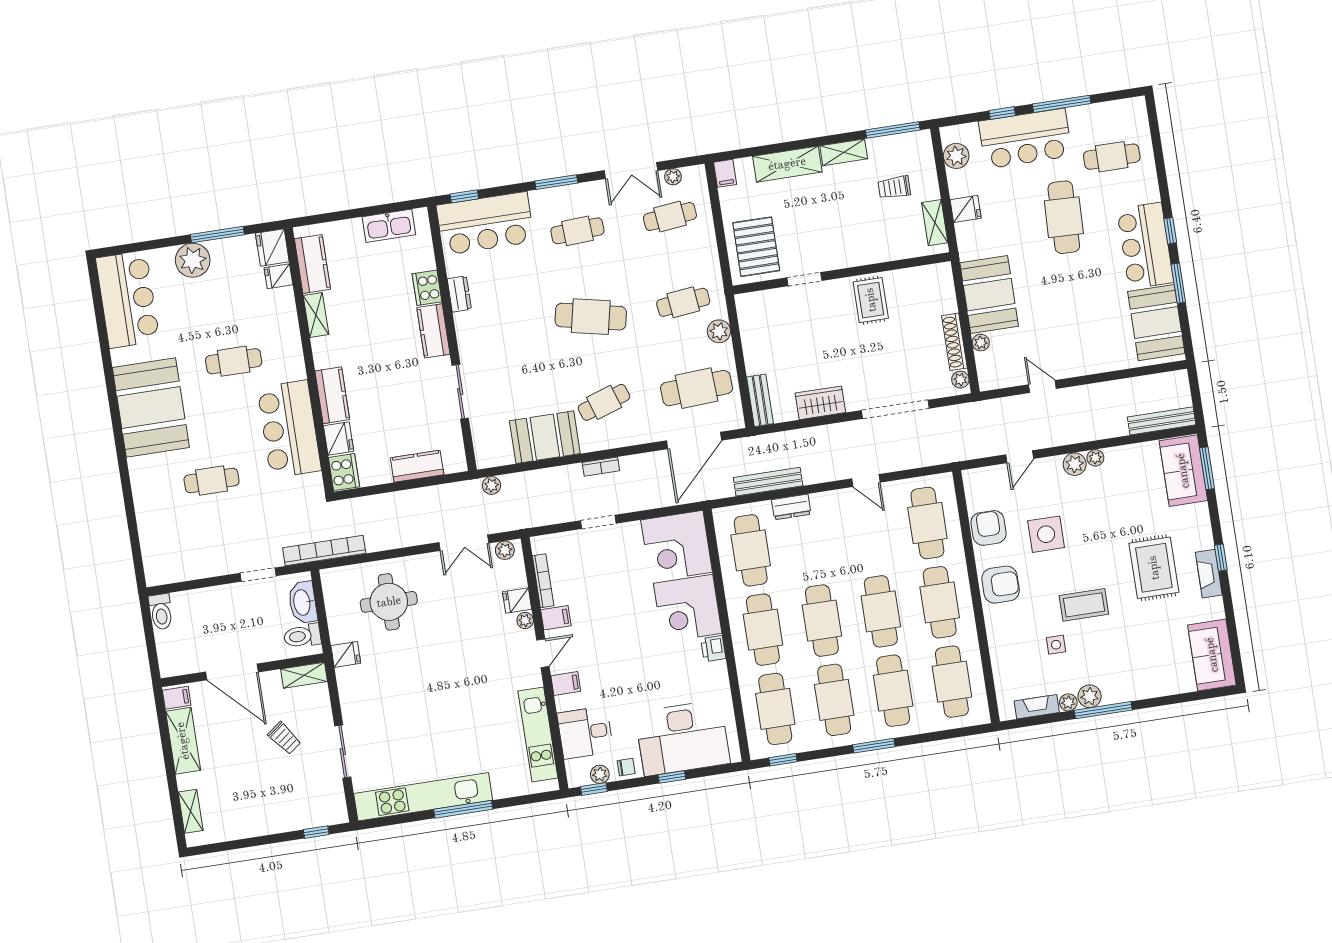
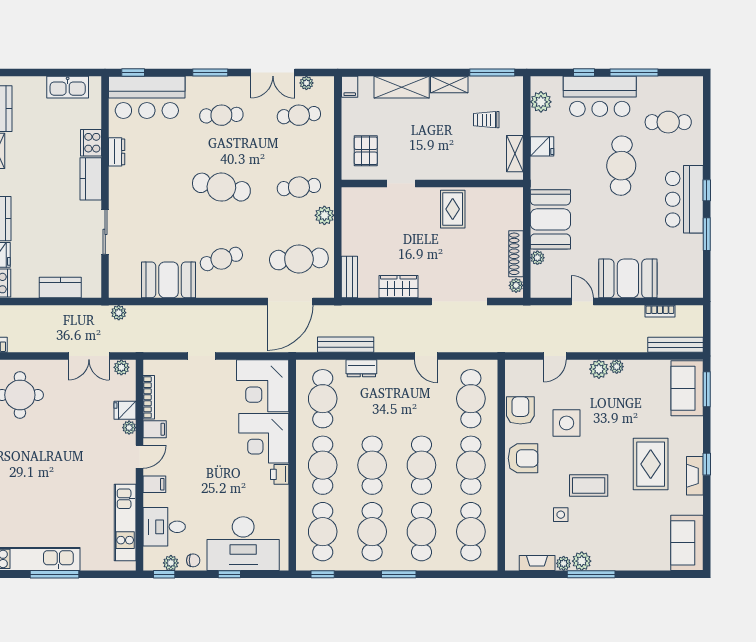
pallet: (756, 247) -> (366, 151), width x0.67, depth x0.71
booth: (1156, 323) -> (628, 278), moved, turned 90
bookcase: (601, 467) -> (660, 311), moved

